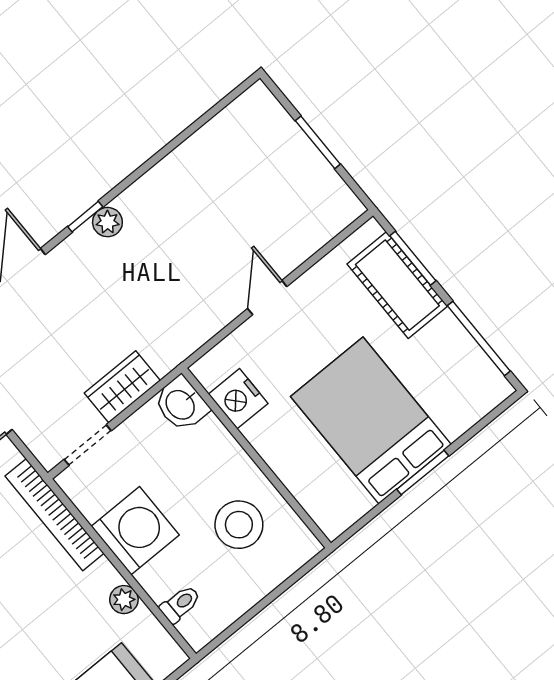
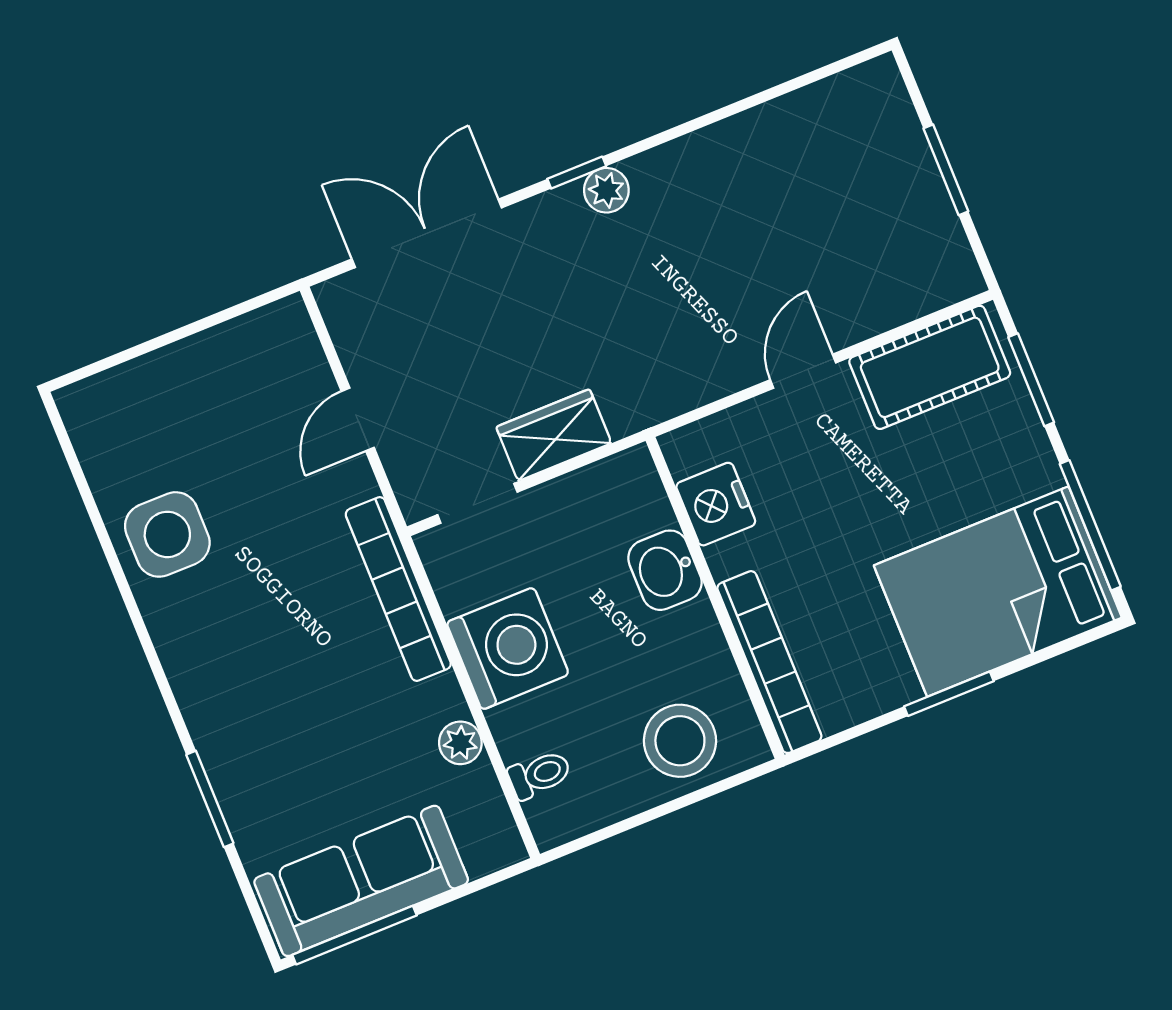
cot: (397, 285) -> (930, 367), moved, turned 90
washbasin: (181, 404) -> (665, 570), moved
bed: (371, 421) -> (998, 592), moved, turned -90
bookcase: (303, 488) -> (769, 662), added
stool: (239, 525) -> (680, 741), moved

